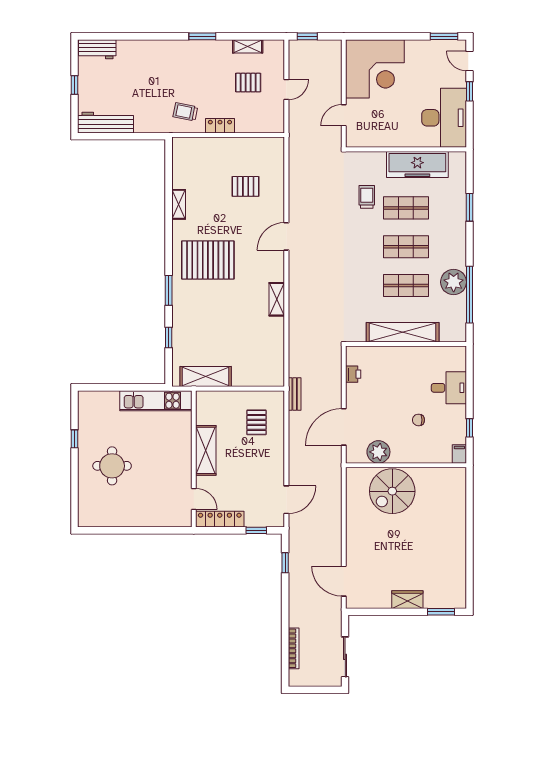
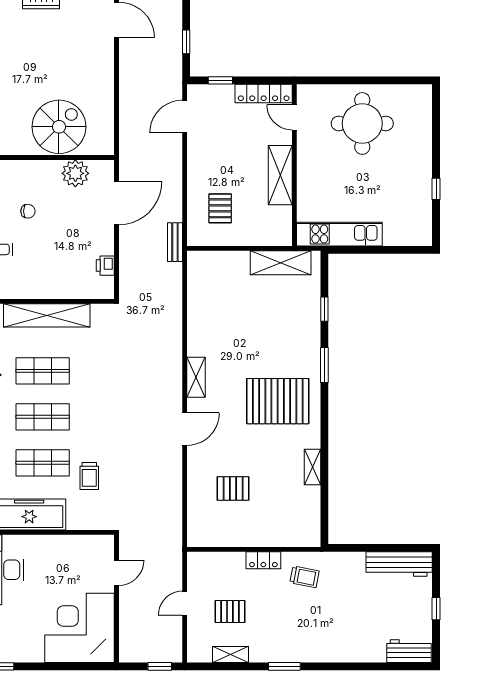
shelving: (277, 299) -> (196, 377), moved
round table: (112, 466) -> (362, 123), moved, width x1.36, depth x1.36

